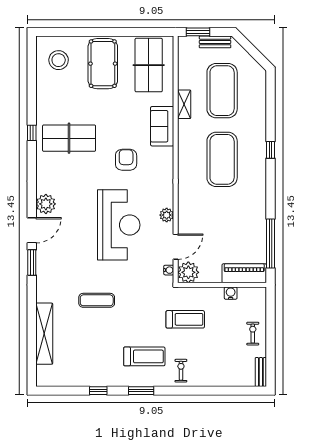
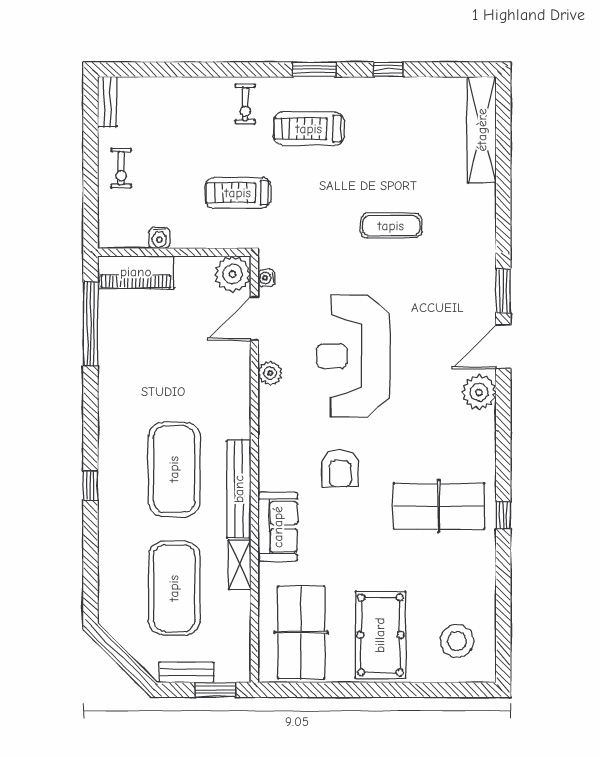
bench: (185, 148) -> (239, 489), added
shelving: (44, 334) -> (482, 130), moved

